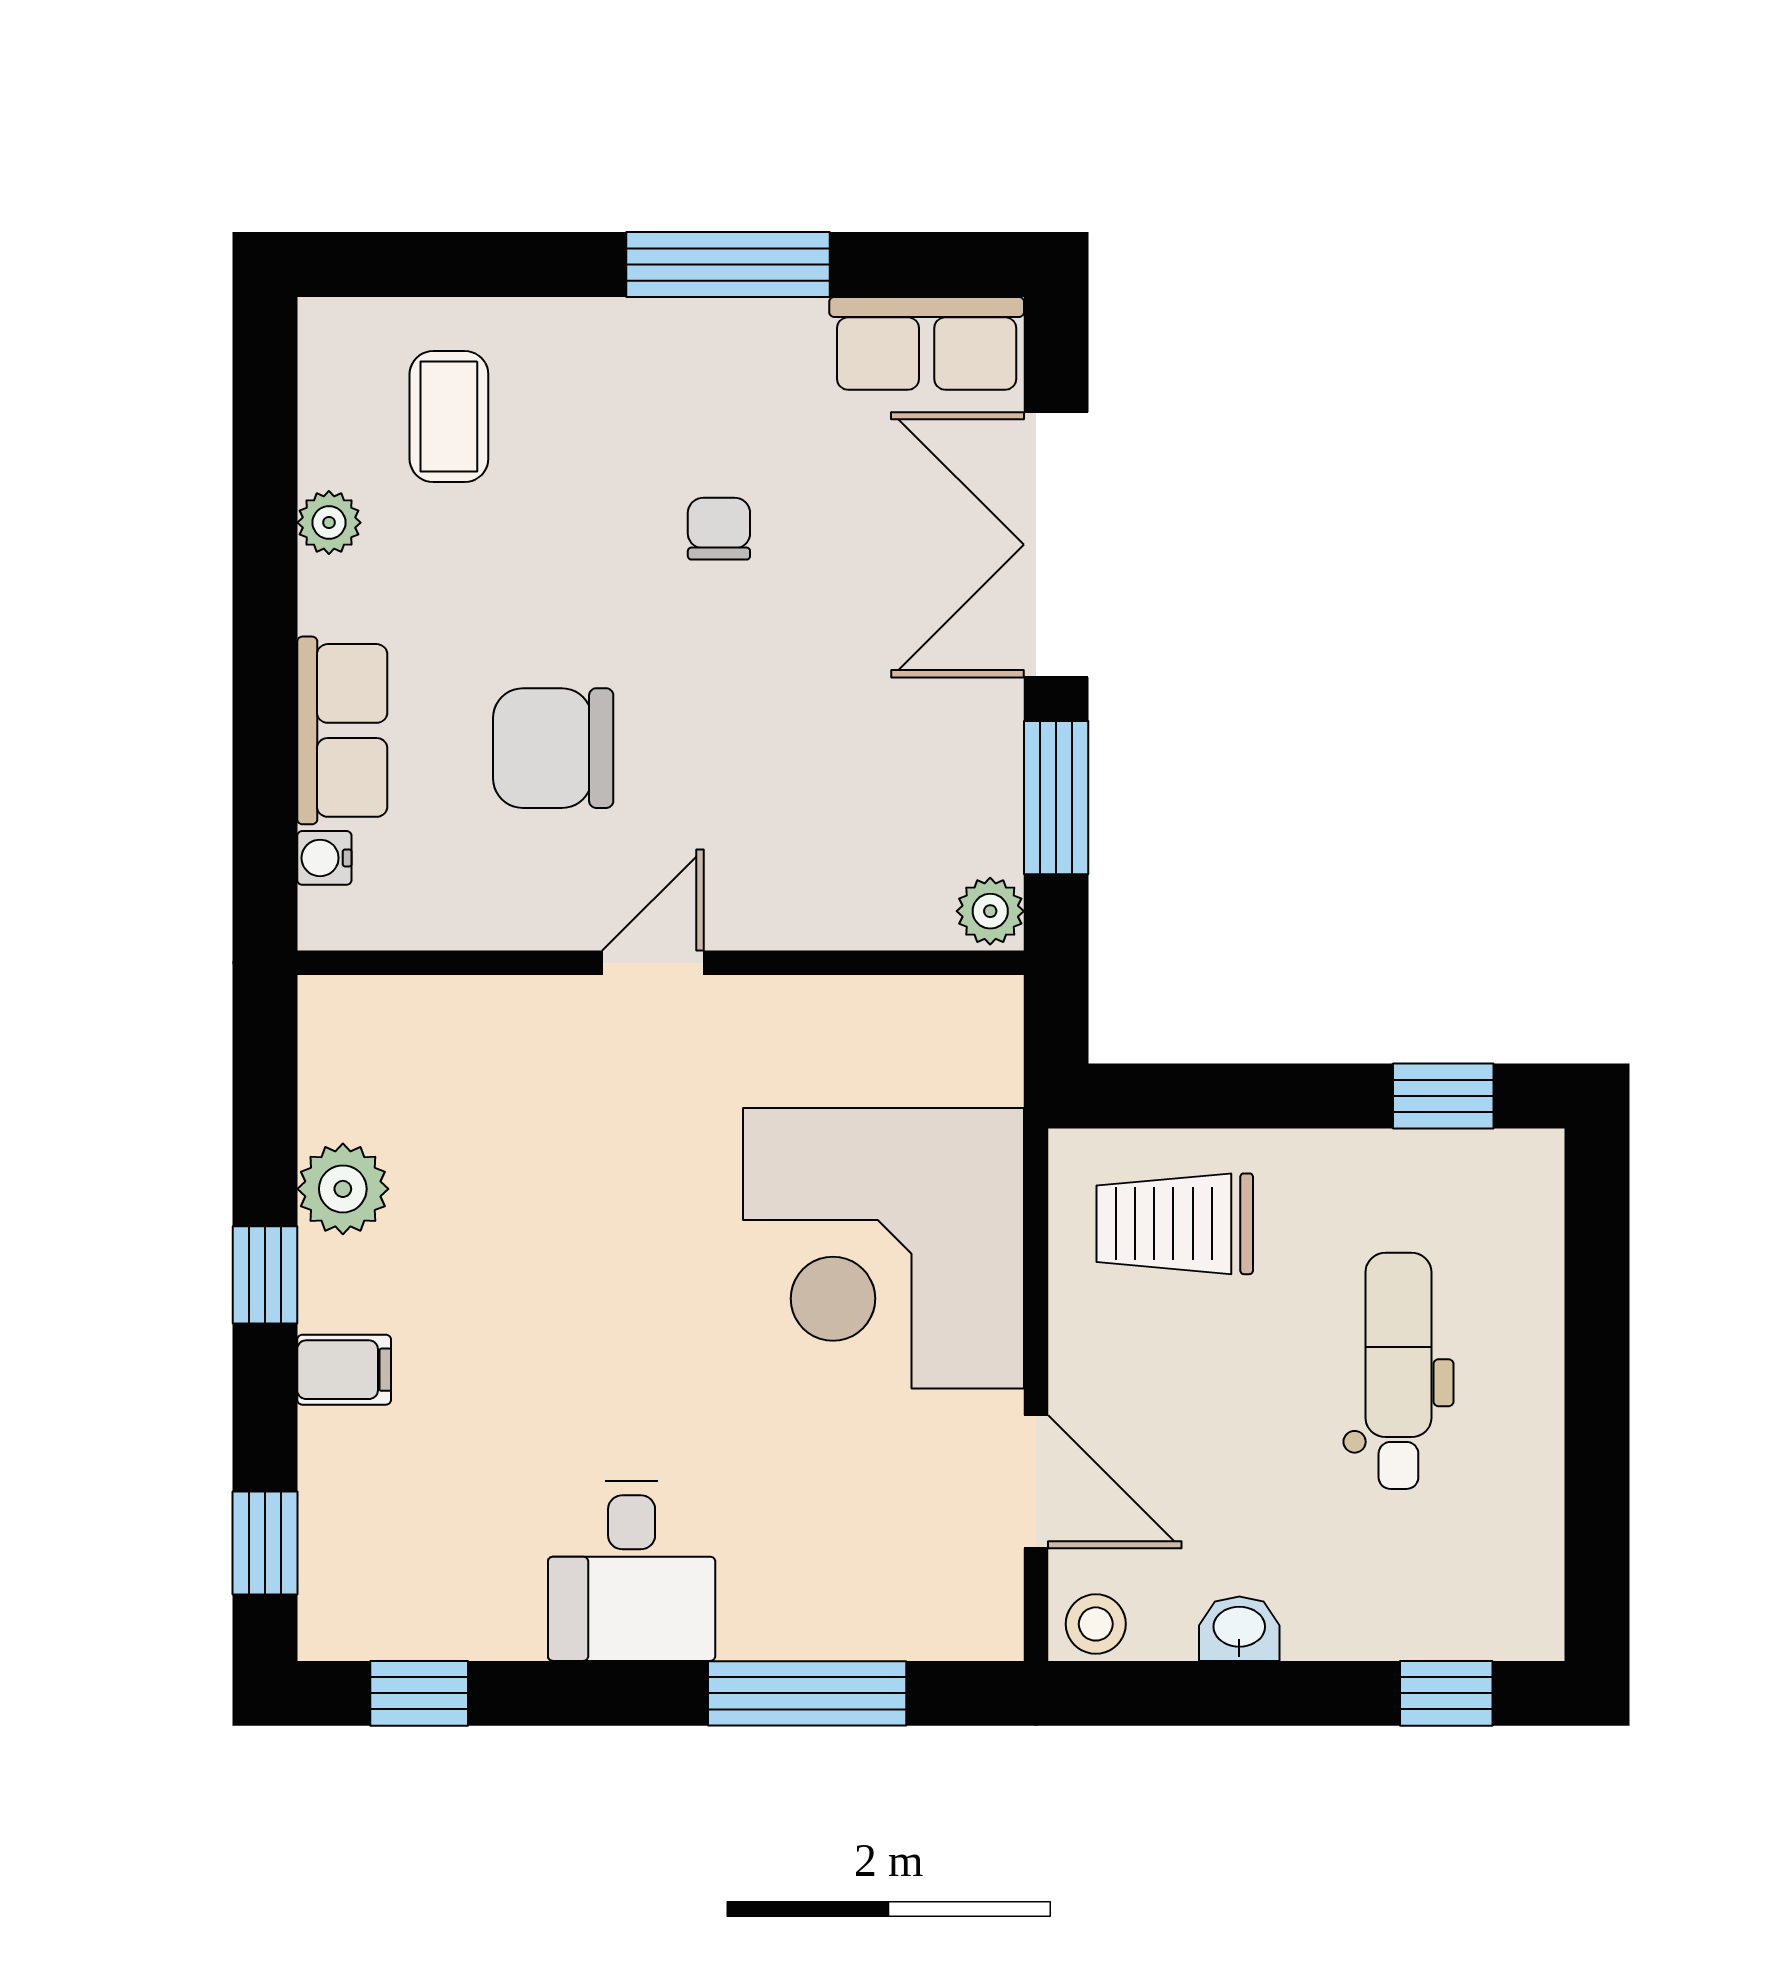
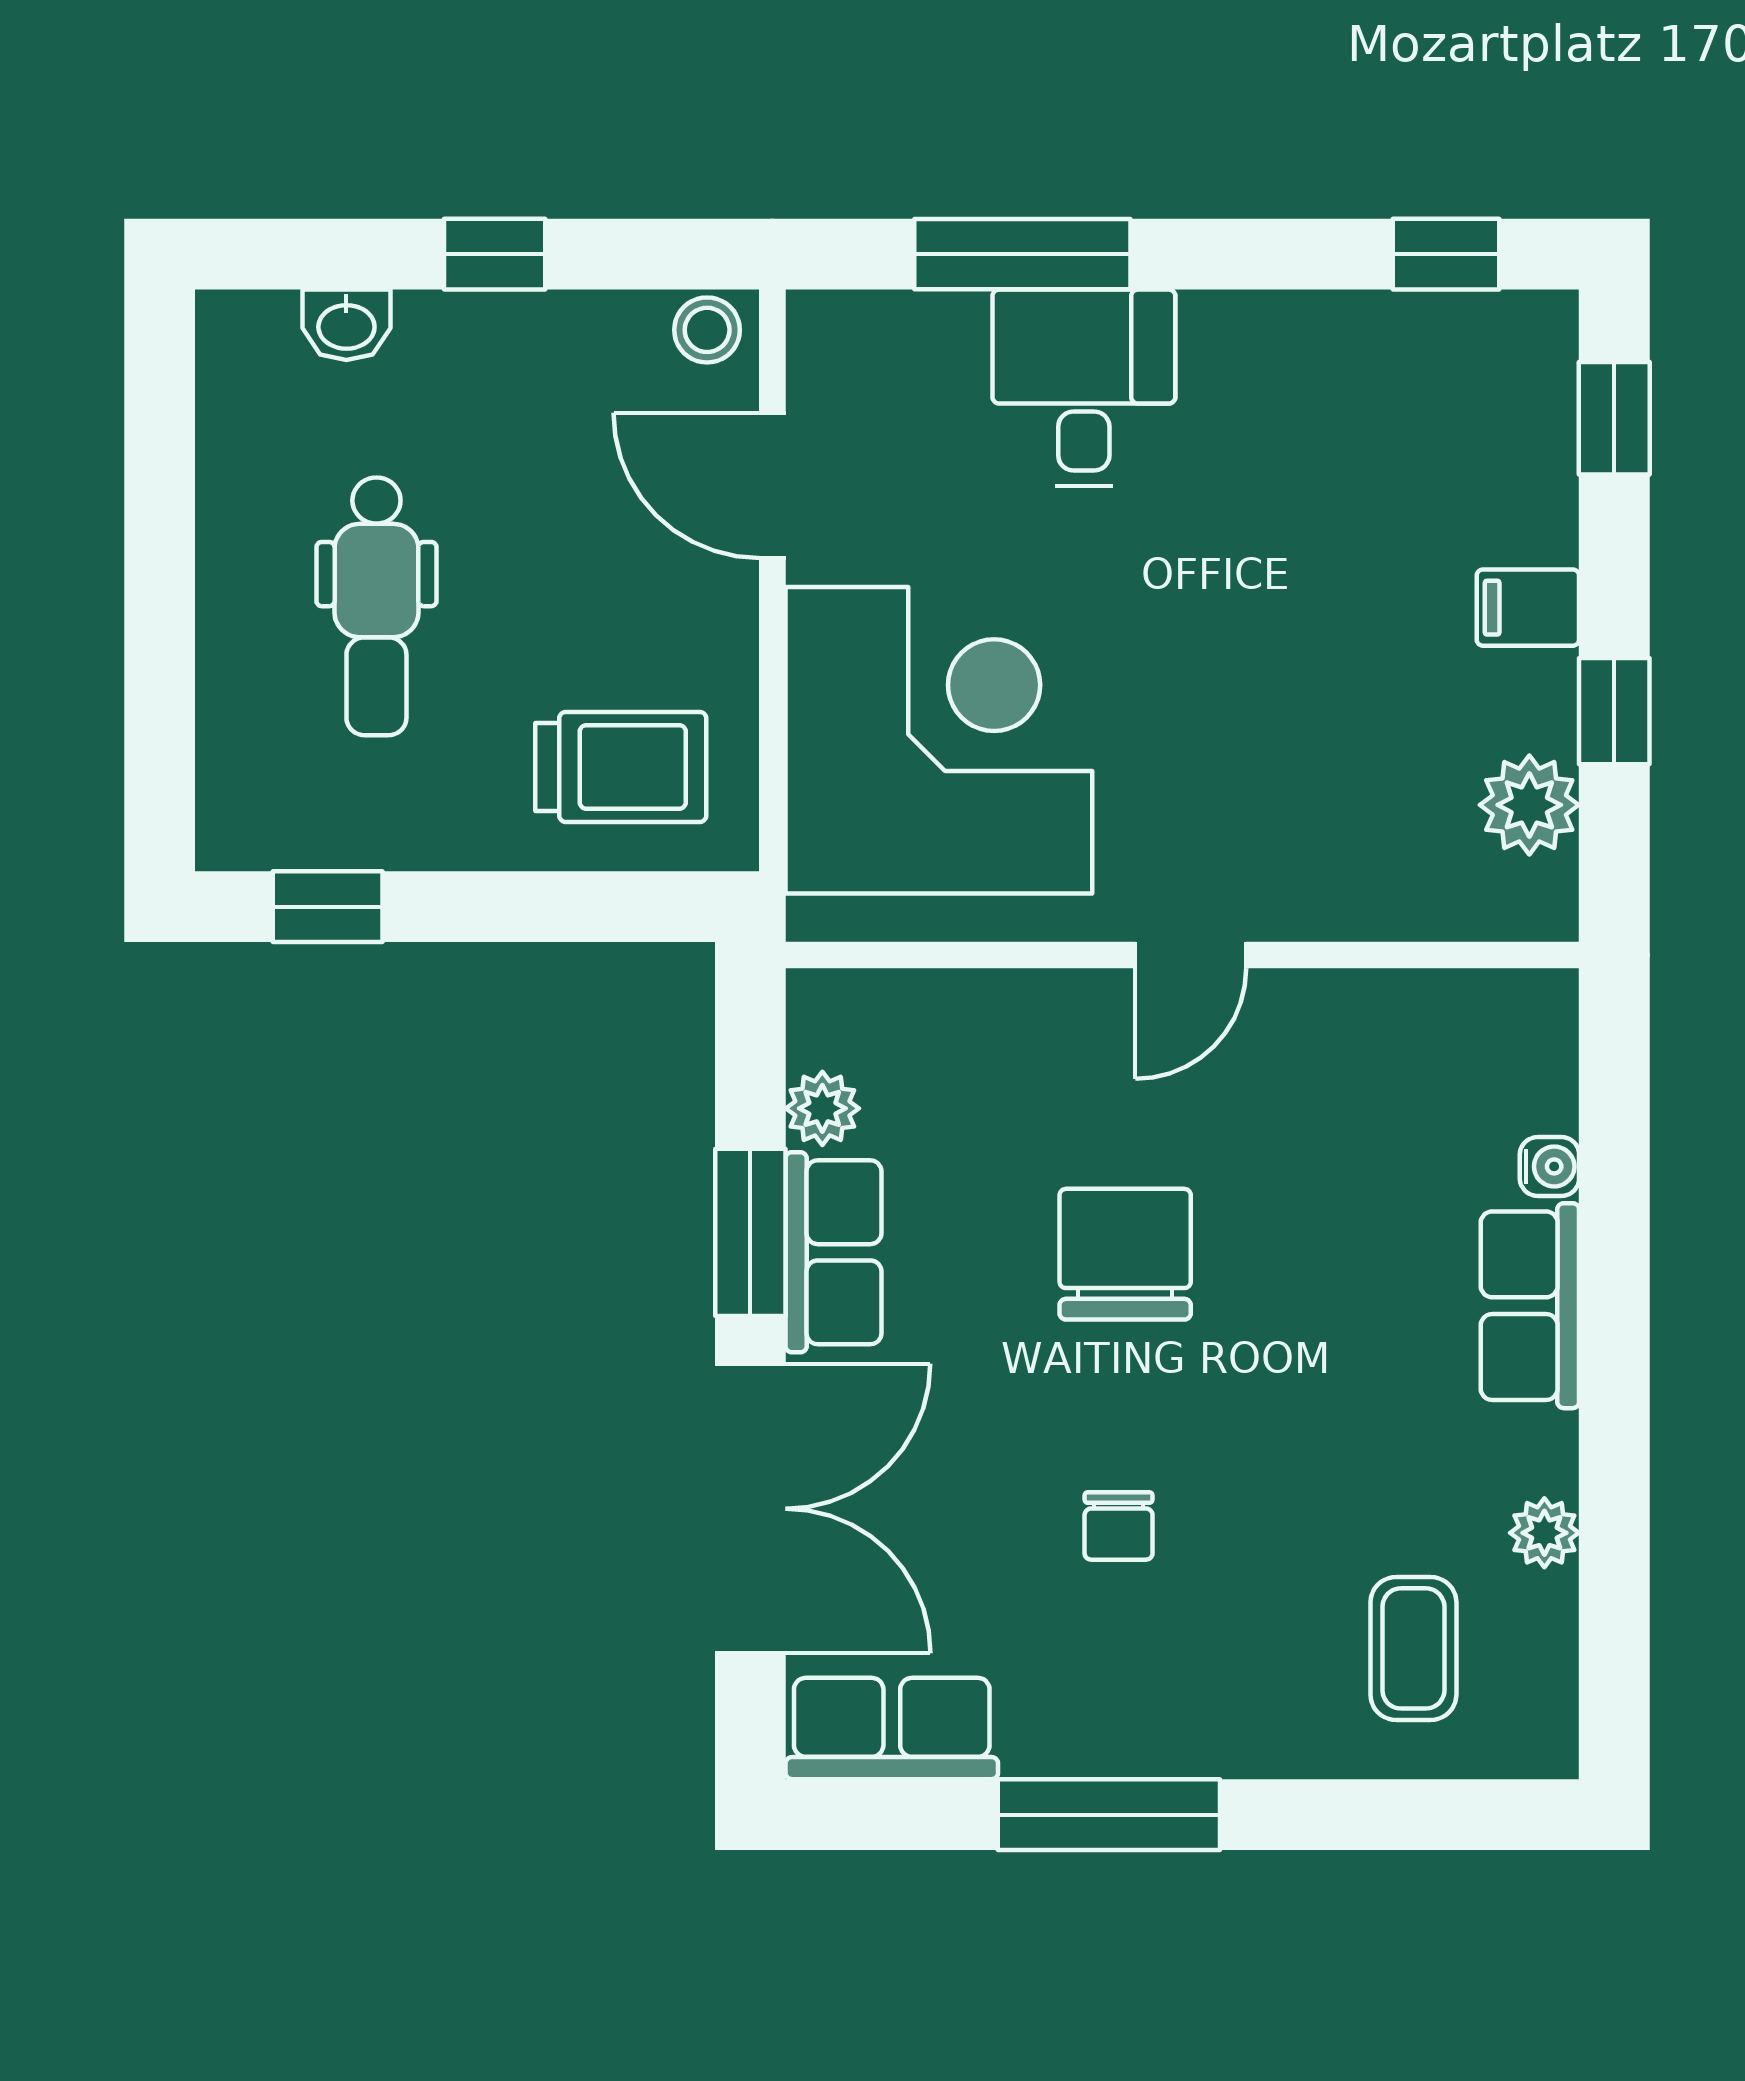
chair: (553, 748) -> (1125, 1254), moved, turned -90
row of seats: (980, 779) -> (833, 1252), added
door: (653, 963) -> (1191, 955), moved
wall: (661, 963) -> (1182, 955), moved
desk: (632, 1571) -> (1084, 388), moved
washbasin: (1239, 1629) -> (346, 325), moved
window: (1446, 1693) -> (495, 254), moved

